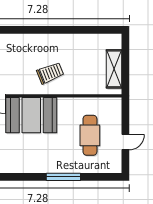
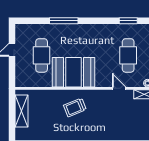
booth: (31, 115) -> (73, 72), moved

